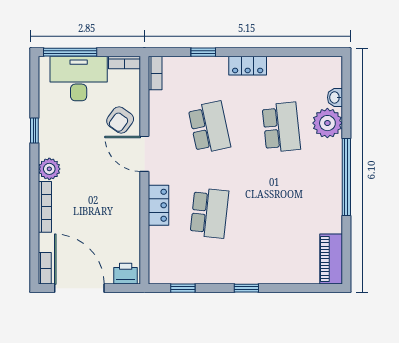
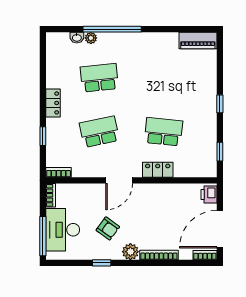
armchair: (120, 120) -> (108, 228), moved
plant: (327, 123) -> (91, 38), width x0.53, depth x0.53
window: (346, 177) -> (112, 29), moved

